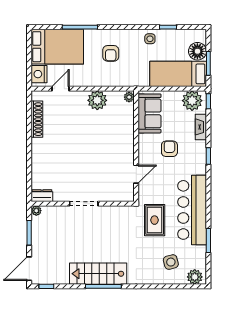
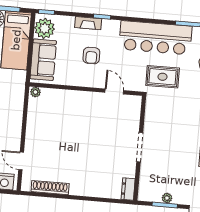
plant: (97, 100) -> (36, 125), removed
sofa: (150, 113) -> (43, 60), moved, turned 90
fireplace: (201, 127) -> (88, 23), moved
armchair: (169, 149) -> (91, 56), turned -90
plant: (36, 211) -> (167, 198), moved

